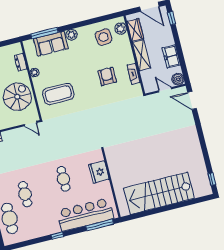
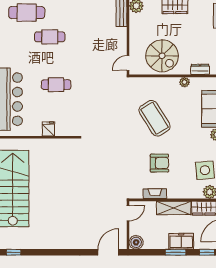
window: (178, 44) -> (176, 252), added
freezer: (171, 56) -> (181, 241), moved
door: (165, 90) -> (128, 213), moved
coffee table: (58, 94) -> (154, 118), moved, turned -32
fridge: (99, 172) -> (48, 129), width x0.53, depth x0.75

